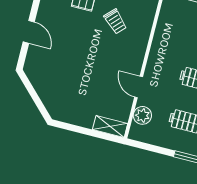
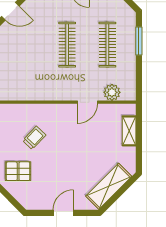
shelving: (45, 87) -> (109, 186), added
shelving: (110, 126) -> (129, 131), moved

